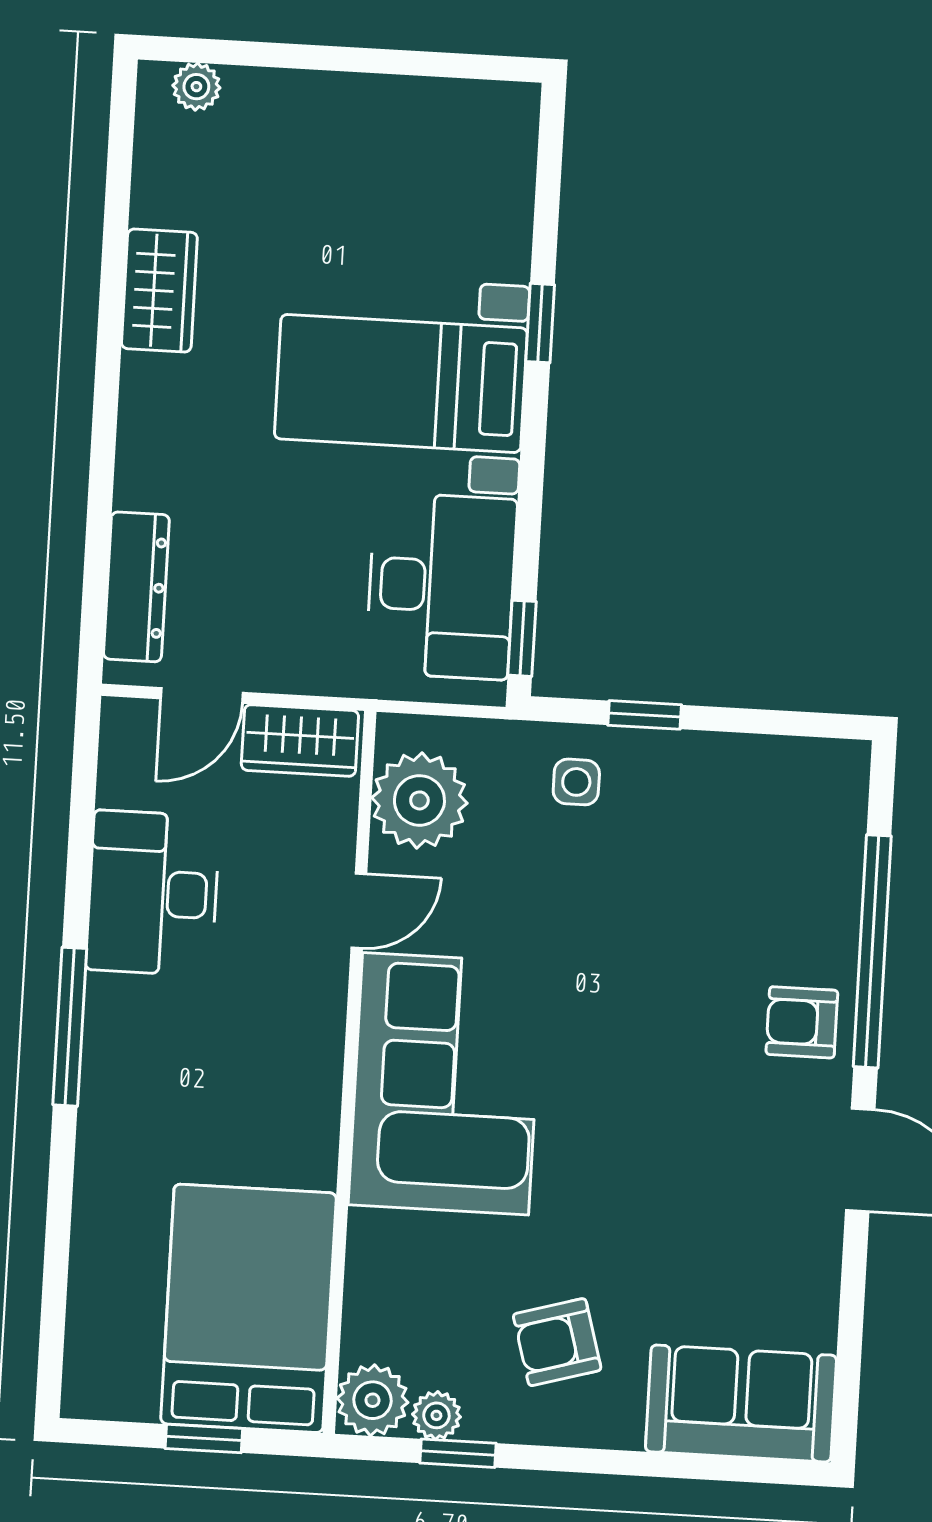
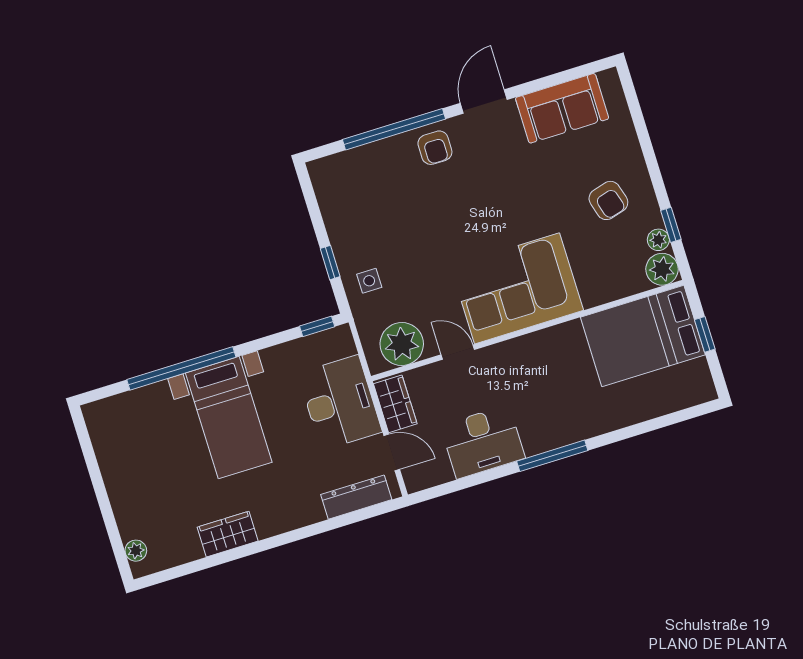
window: (540, 323) -> (181, 368), width x3.17
desk: (441, 586) -> (340, 403), moved, turned 90
sofa: (741, 1403) -> (562, 108), moved, turned -90

